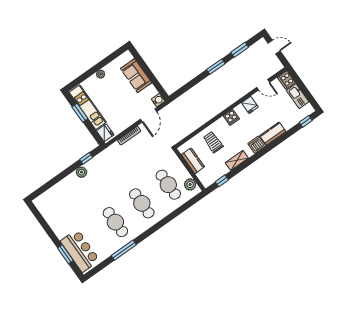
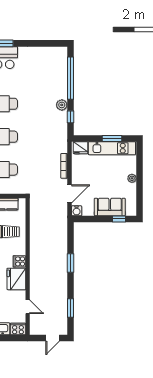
window: (140, 61) -> (119, 219), added
window: (216, 67) -> (70, 263), moved
door: (263, 85) -> (28, 307), swing flipped
fridge: (250, 105) -> (16, 279), width x1.88, depth x1.34
door: (149, 115) -> (69, 194), swing flipped
window: (55, 180) -> (70, 78), added

